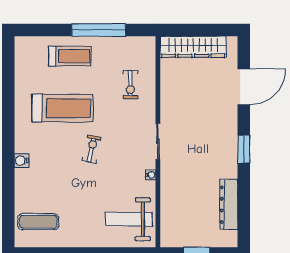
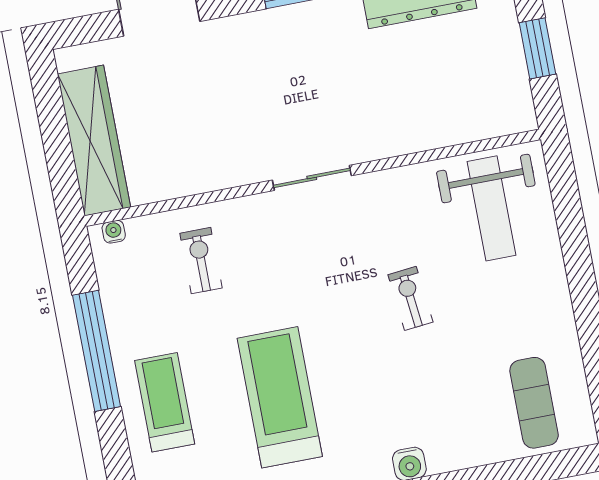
exercise bike: (130, 85) -> (201, 261), turned -90
exercise bike: (92, 149) -> (410, 298), moved, turned 72
water cooler: (151, 175) -> (114, 232), moved

